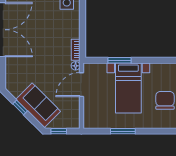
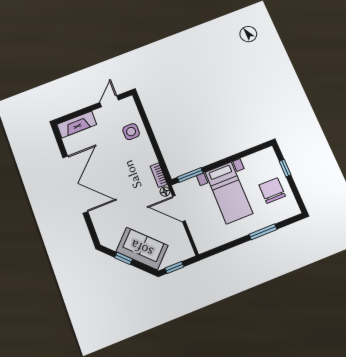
window: (120, 60) -> (190, 175), moved
door: (81, 85) -> (179, 209), hinge flipped
window: (123, 131) -> (263, 232), moved

